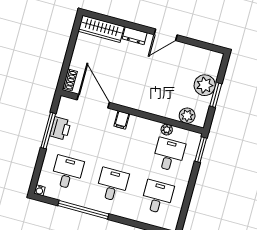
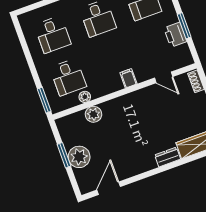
door: (166, 35) -> (109, 188), moved
door: (93, 101) -> (164, 77), width x0.53
plant: (187, 116) -> (93, 114), moved
window: (48, 131) -> (184, 26), width x0.69

